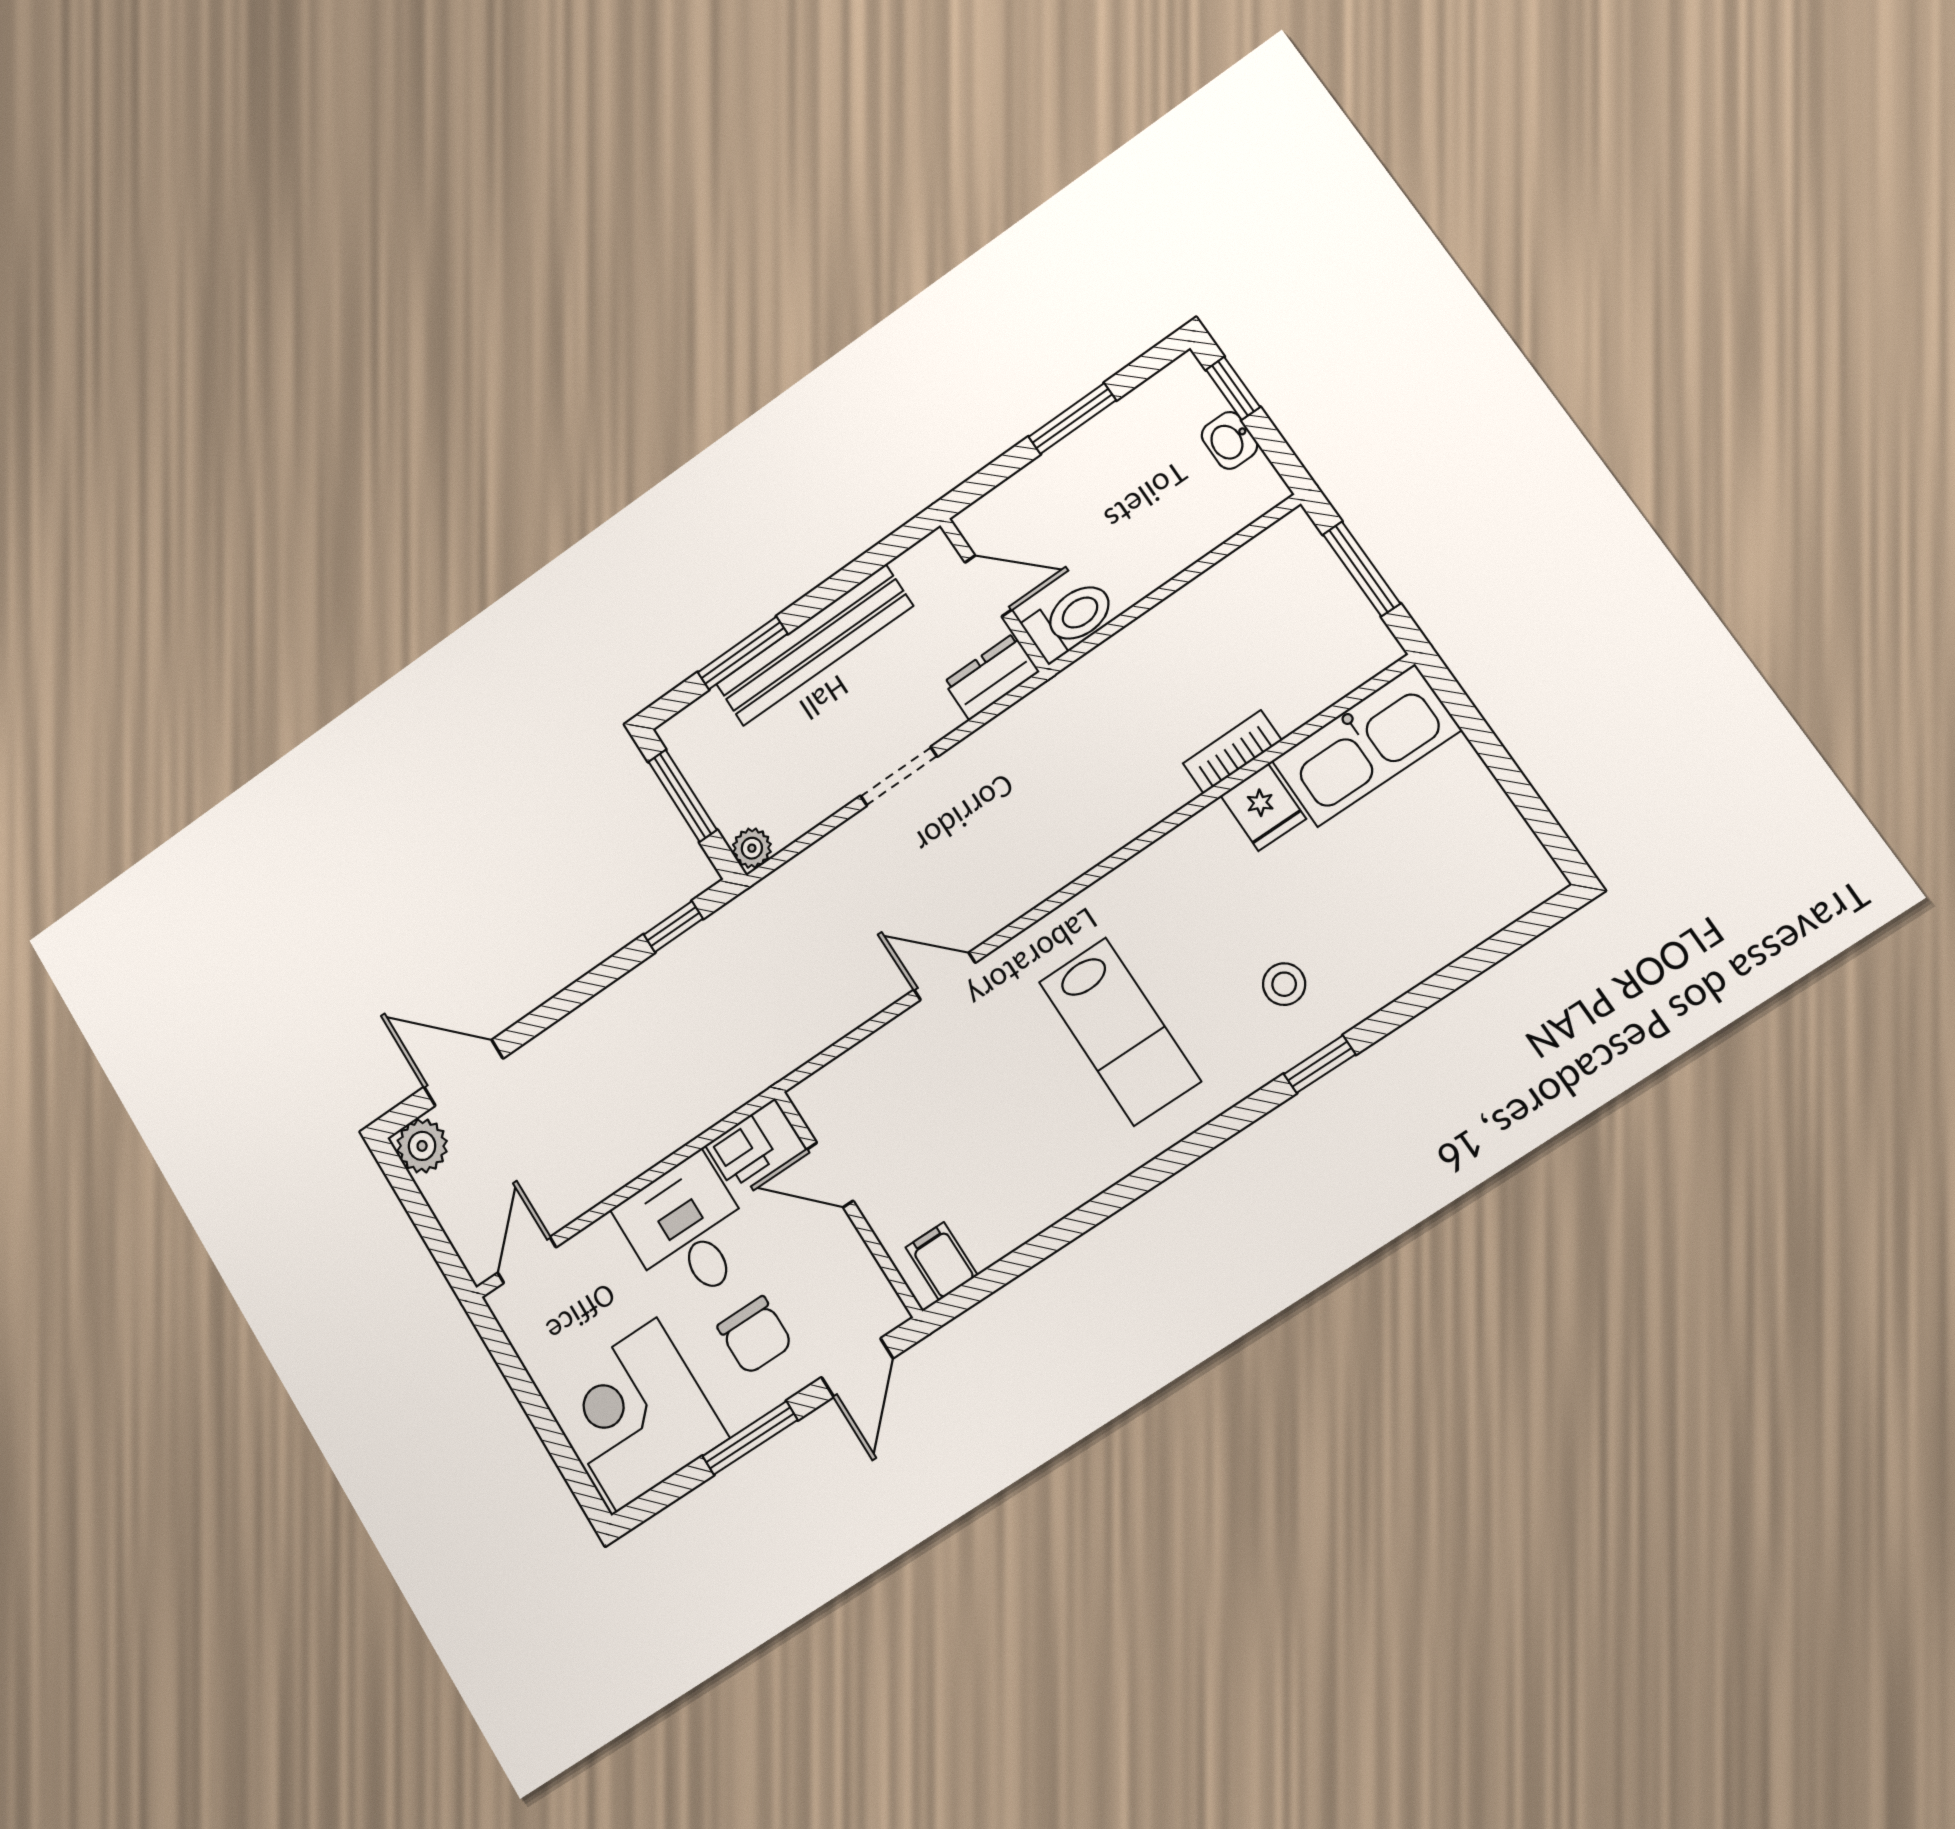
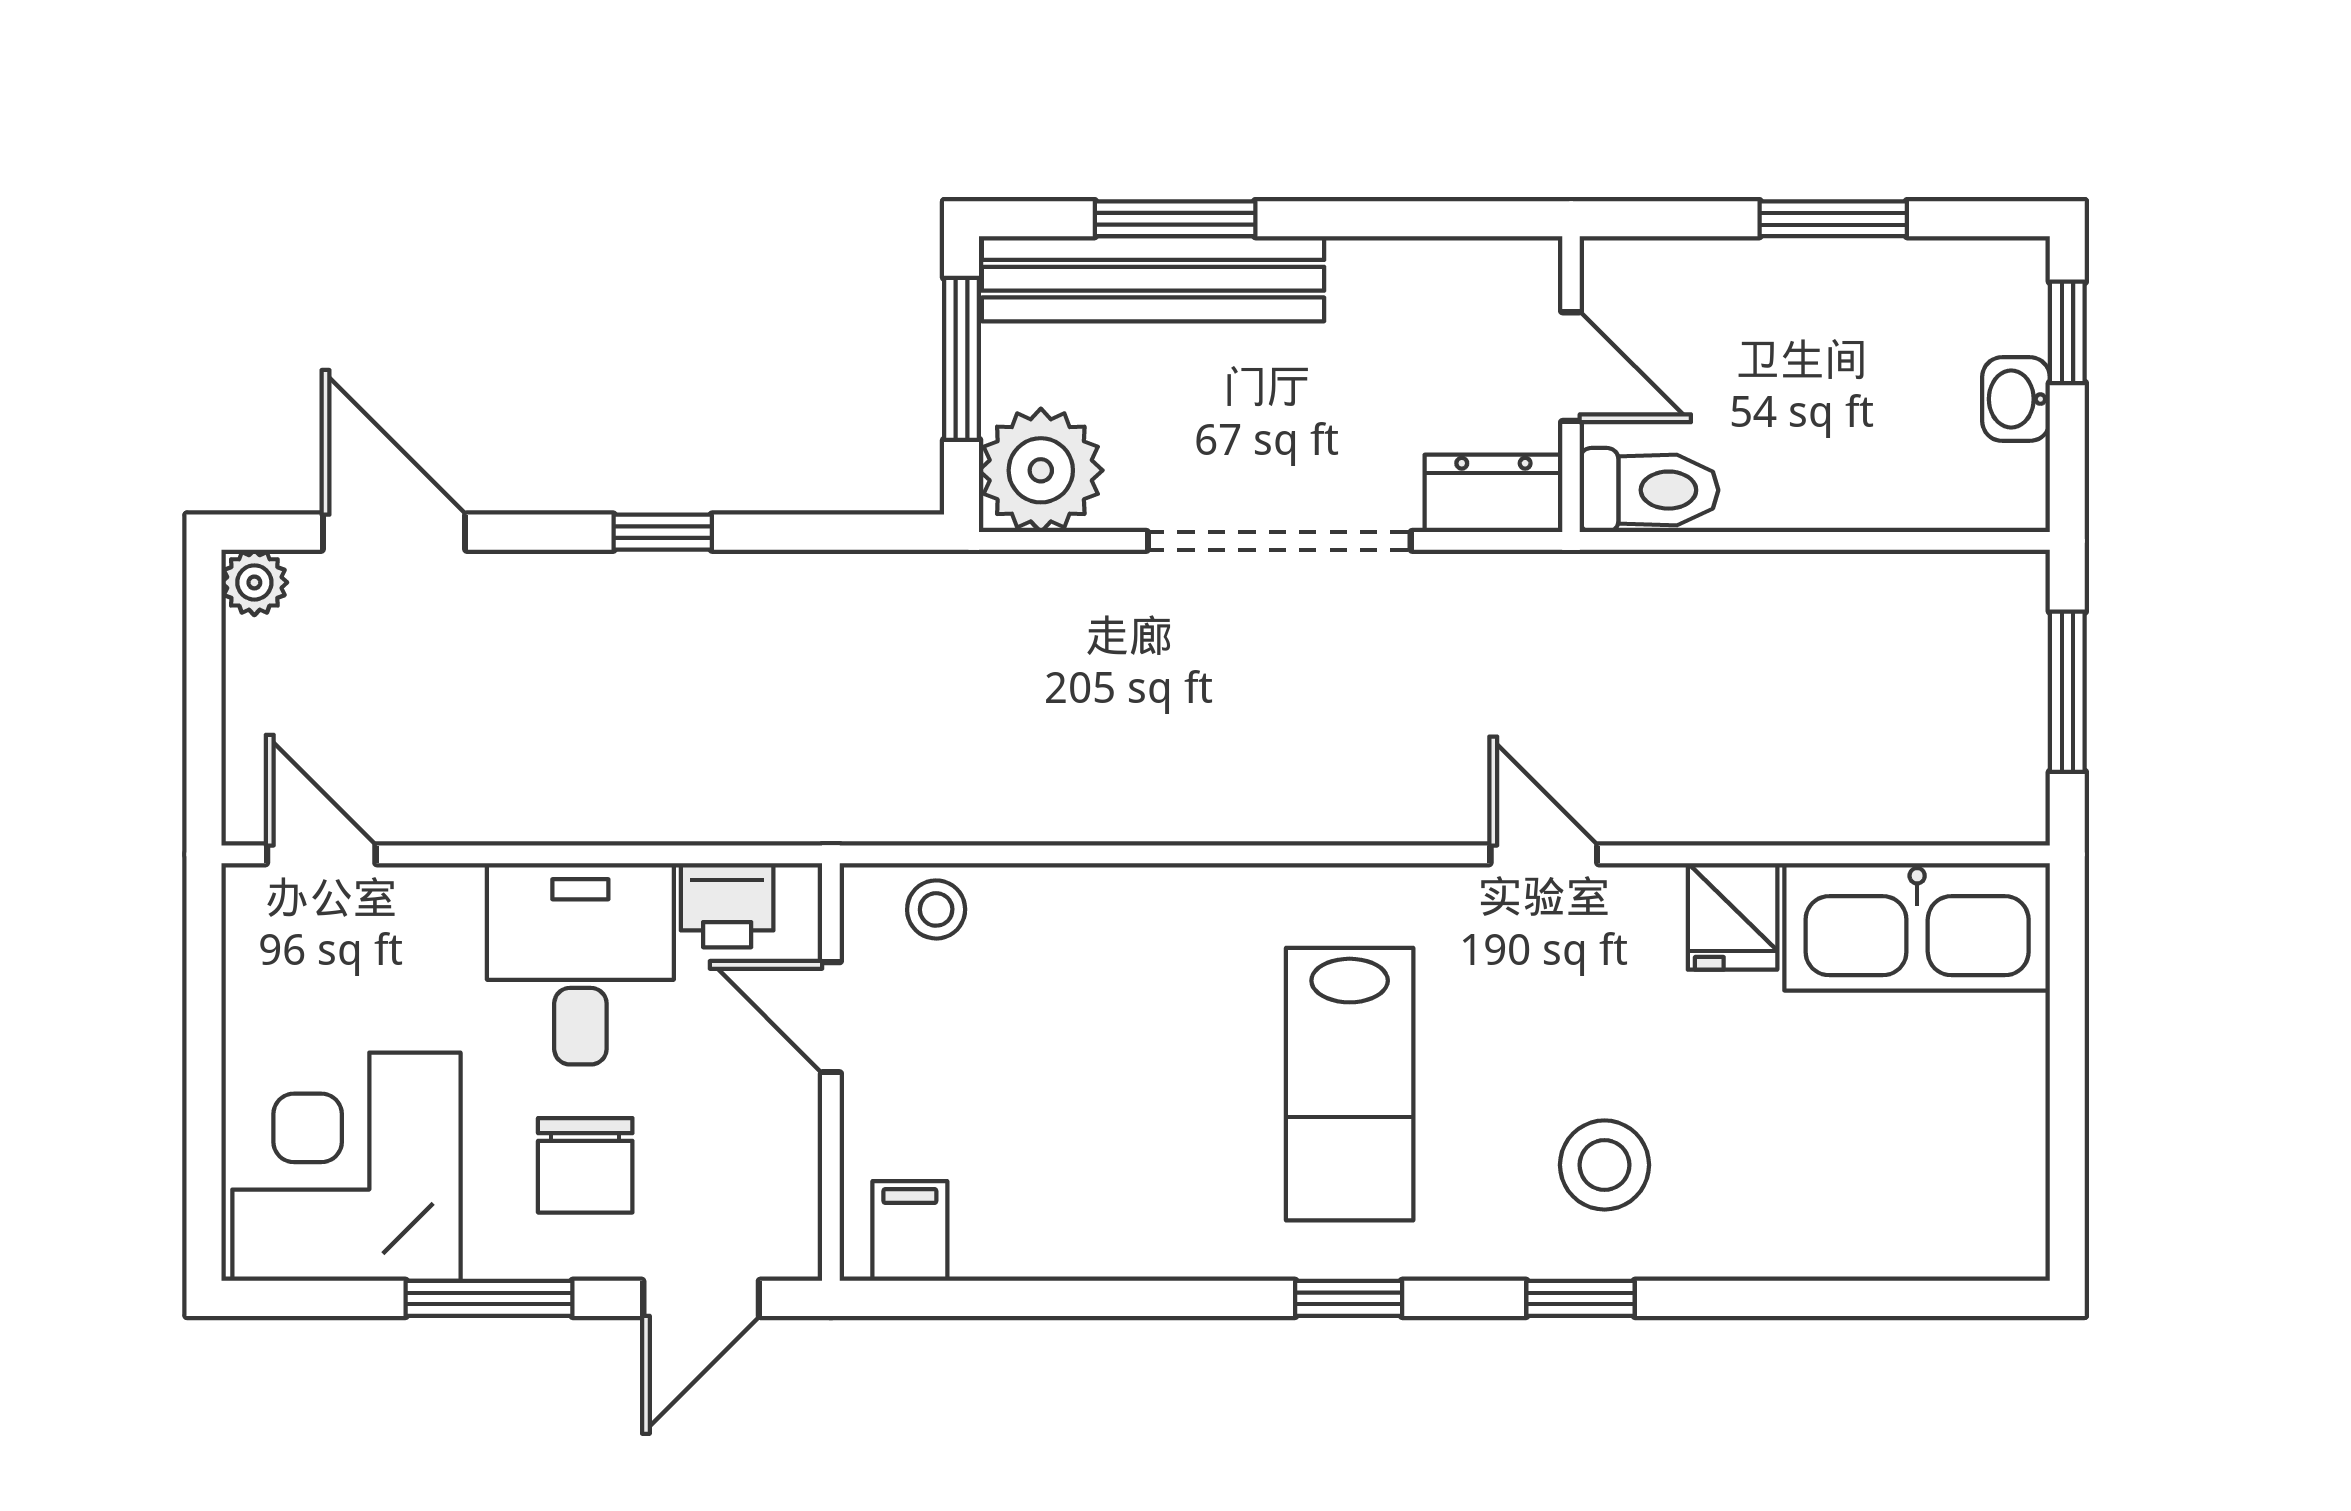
bench: (814, 645) -> (1153, 279), moved
bookcase: (1232, 752) -> (1742, 816), removed
doorway: (899, 776) -> (1279, 541), width x1.88
plant: (752, 848) -> (1041, 470), width x1.88, depth x1.88
window: (673, 927) -> (663, 532), moved
door: (945, 976) -> (1544, 854), moved
stool: (1284, 984) -> (1605, 1165), width x1.37, depth x1.37
stool: (847, 1083) -> (936, 909), added
plant: (422, 1146) -> (254, 582), width x0.73, depth x0.73
window: (1195, 1146) -> (1349, 1298), added
door: (527, 1260) -> (321, 854), hinge flipped

